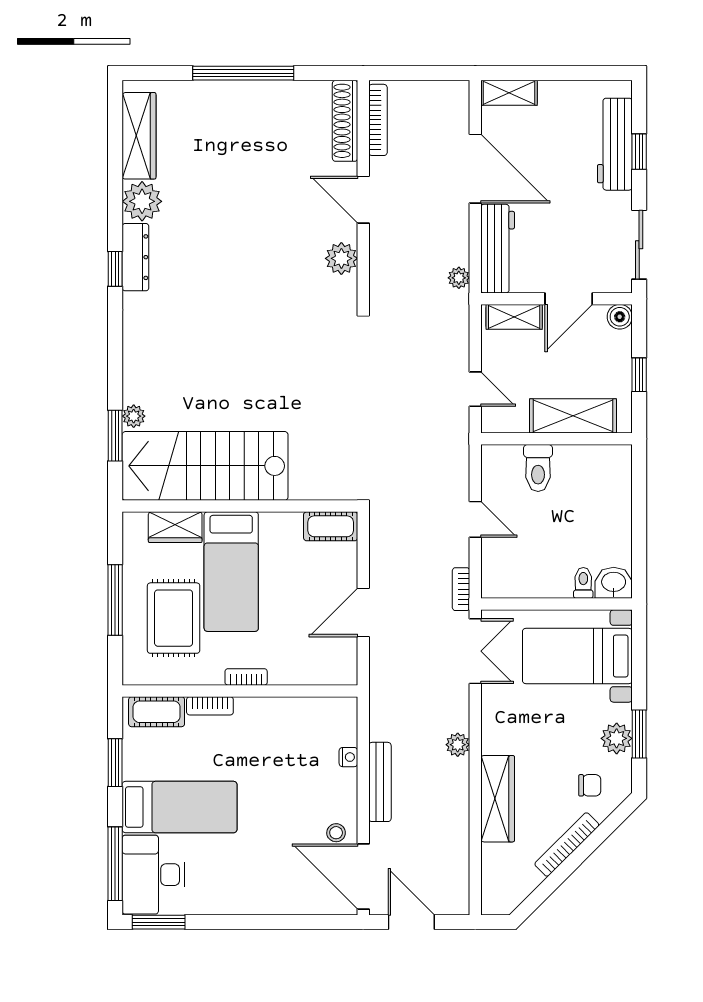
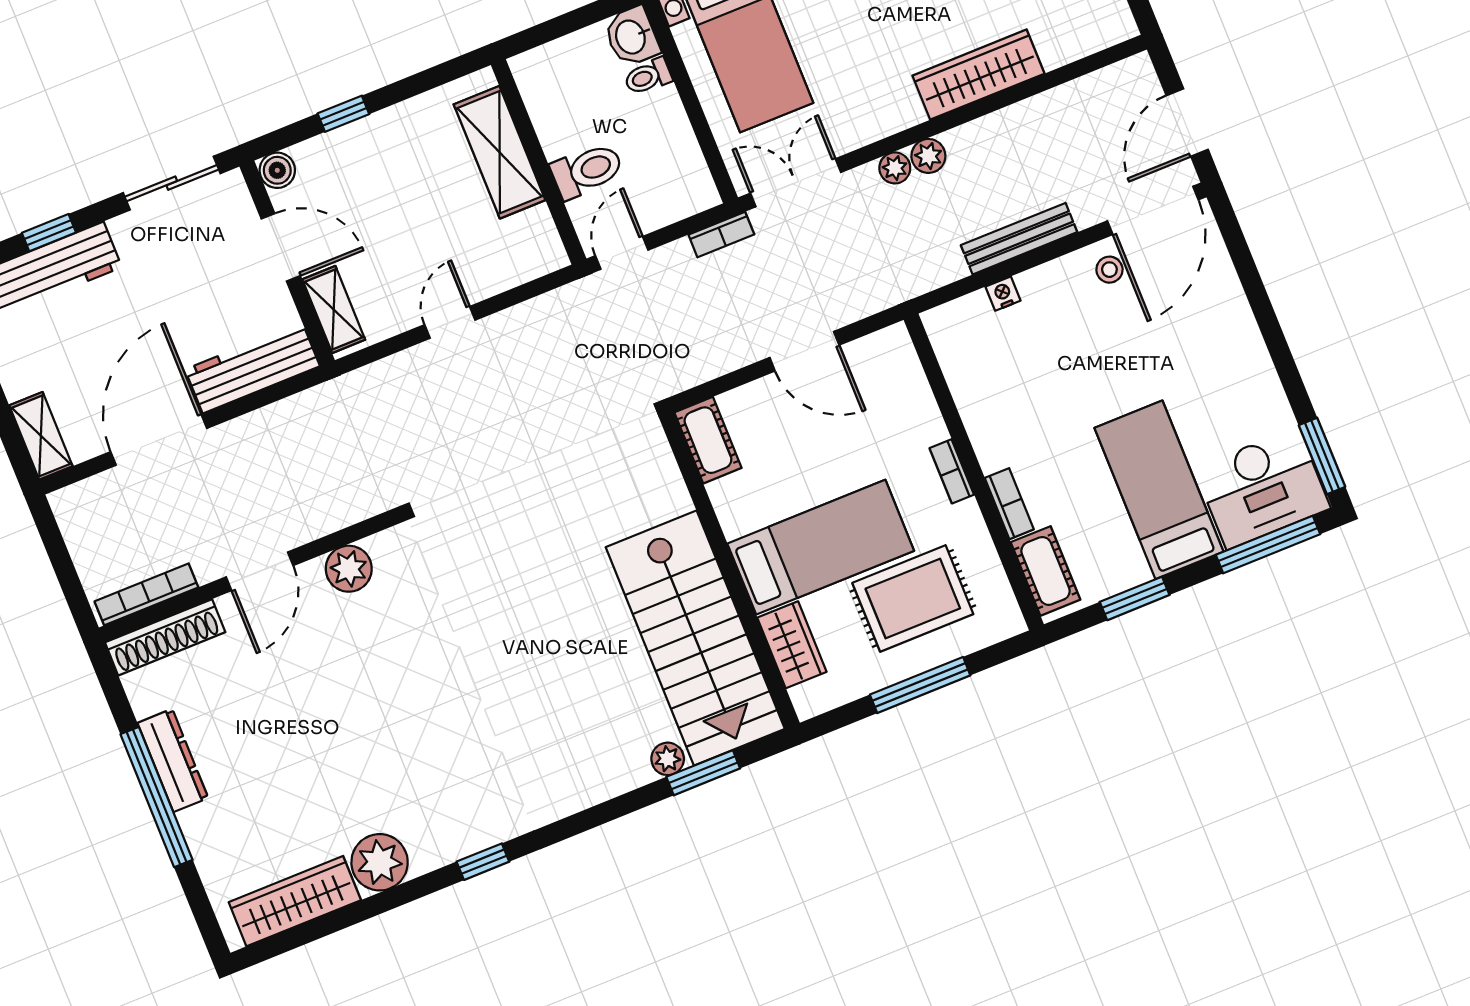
dresser: (135, 257) -> (173, 760), moved, turned 90
plant: (459, 278) -> (895, 168), moved
shelving: (573, 416) -> (500, 152), moved
wall: (556, 439) -> (539, 162), moved
toilet: (538, 468) -> (587, 171), moved

